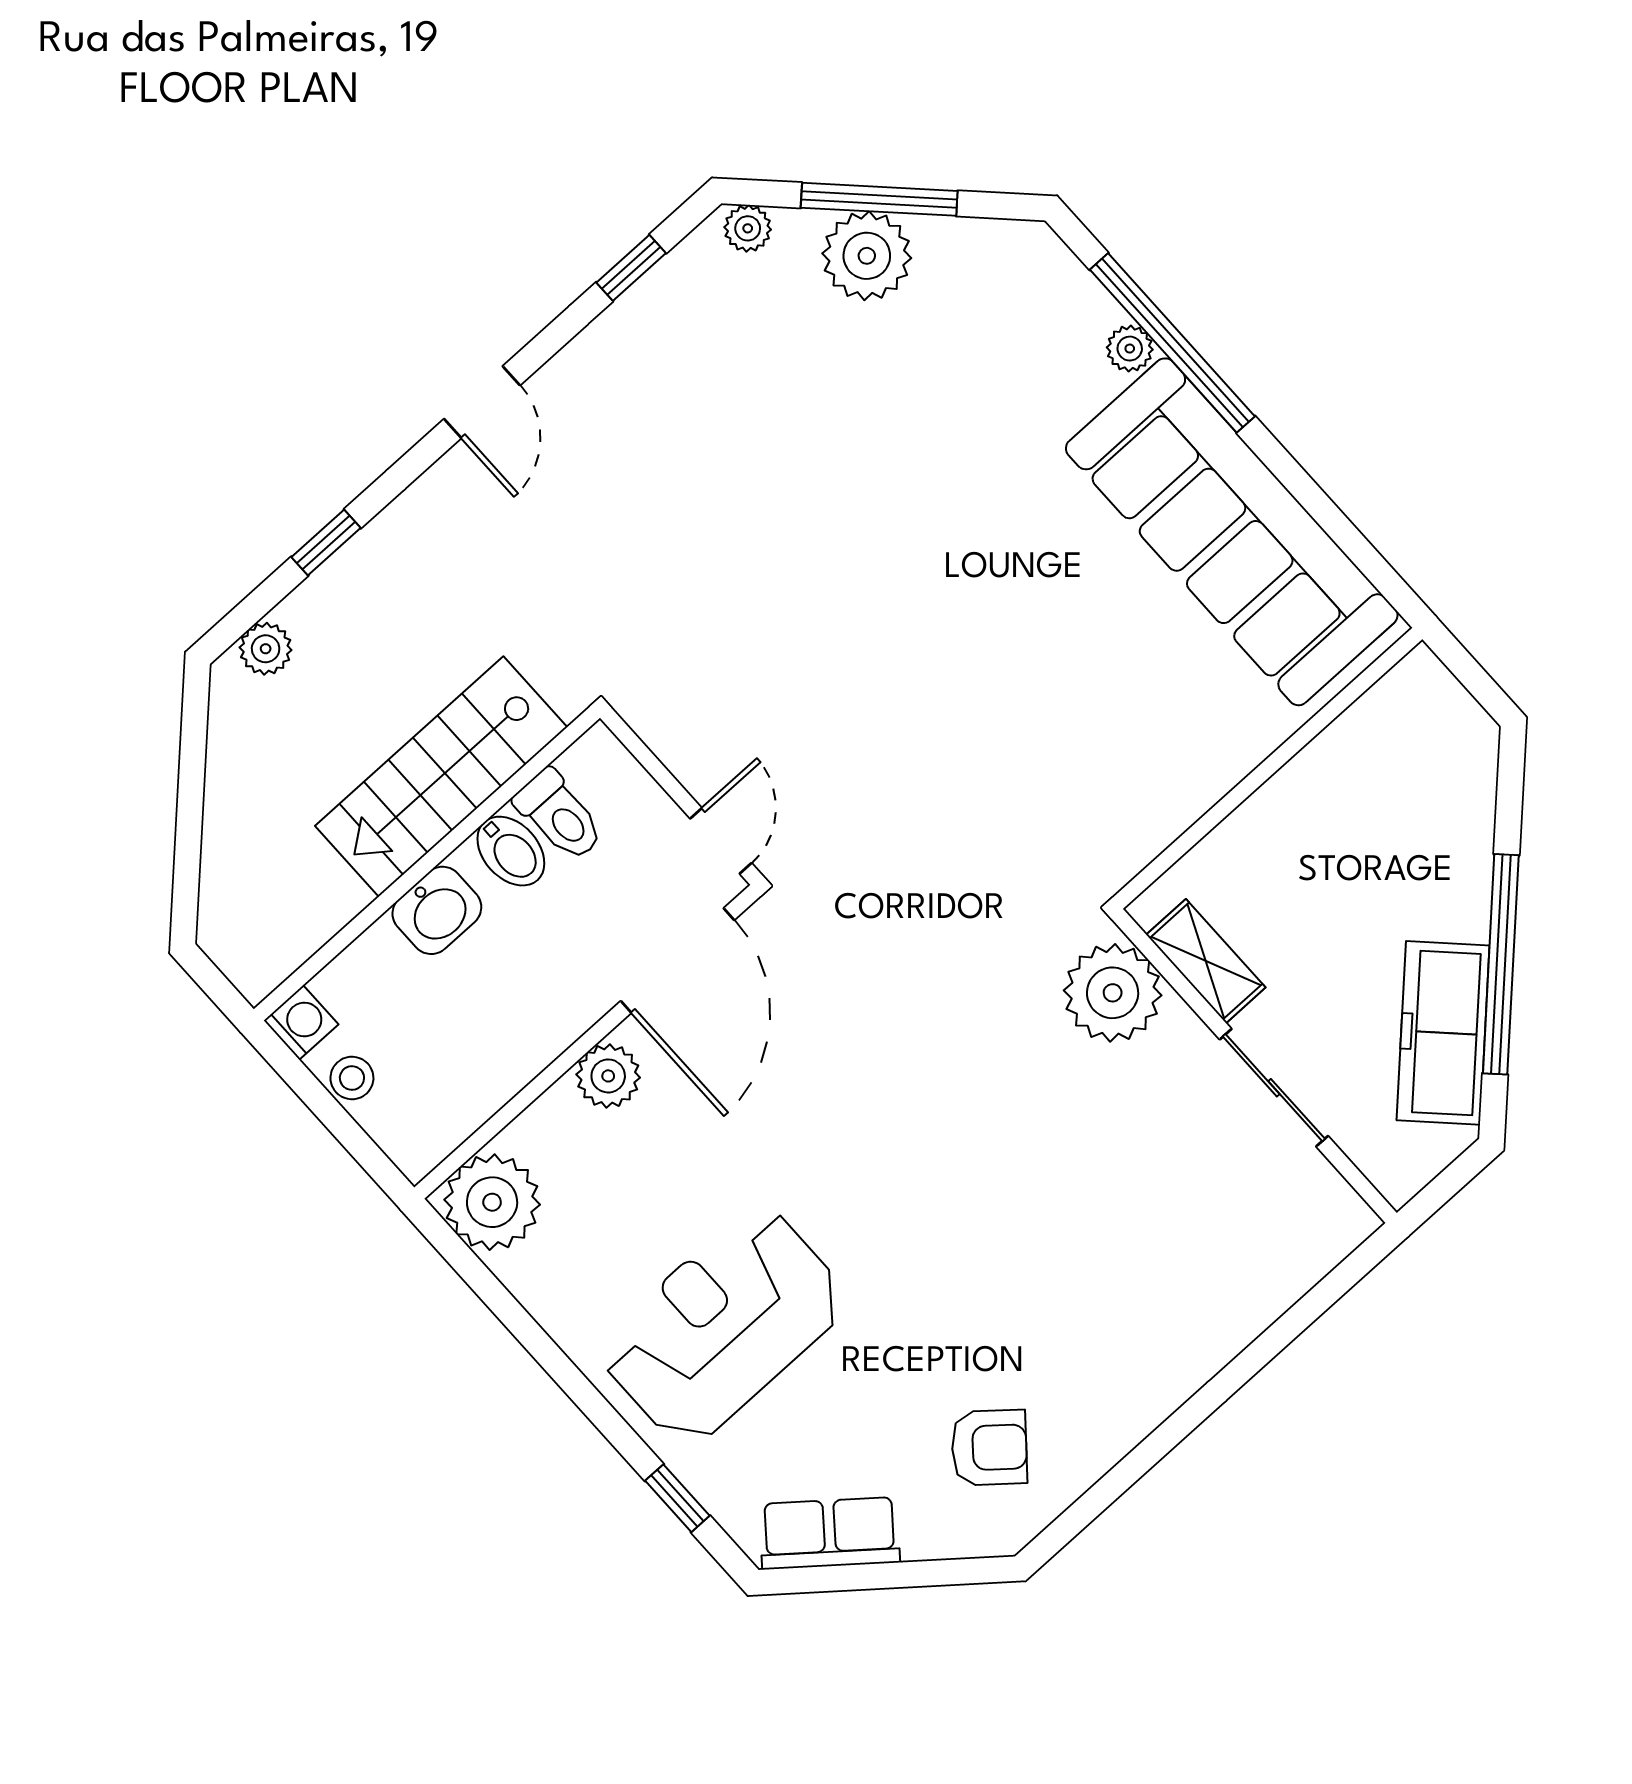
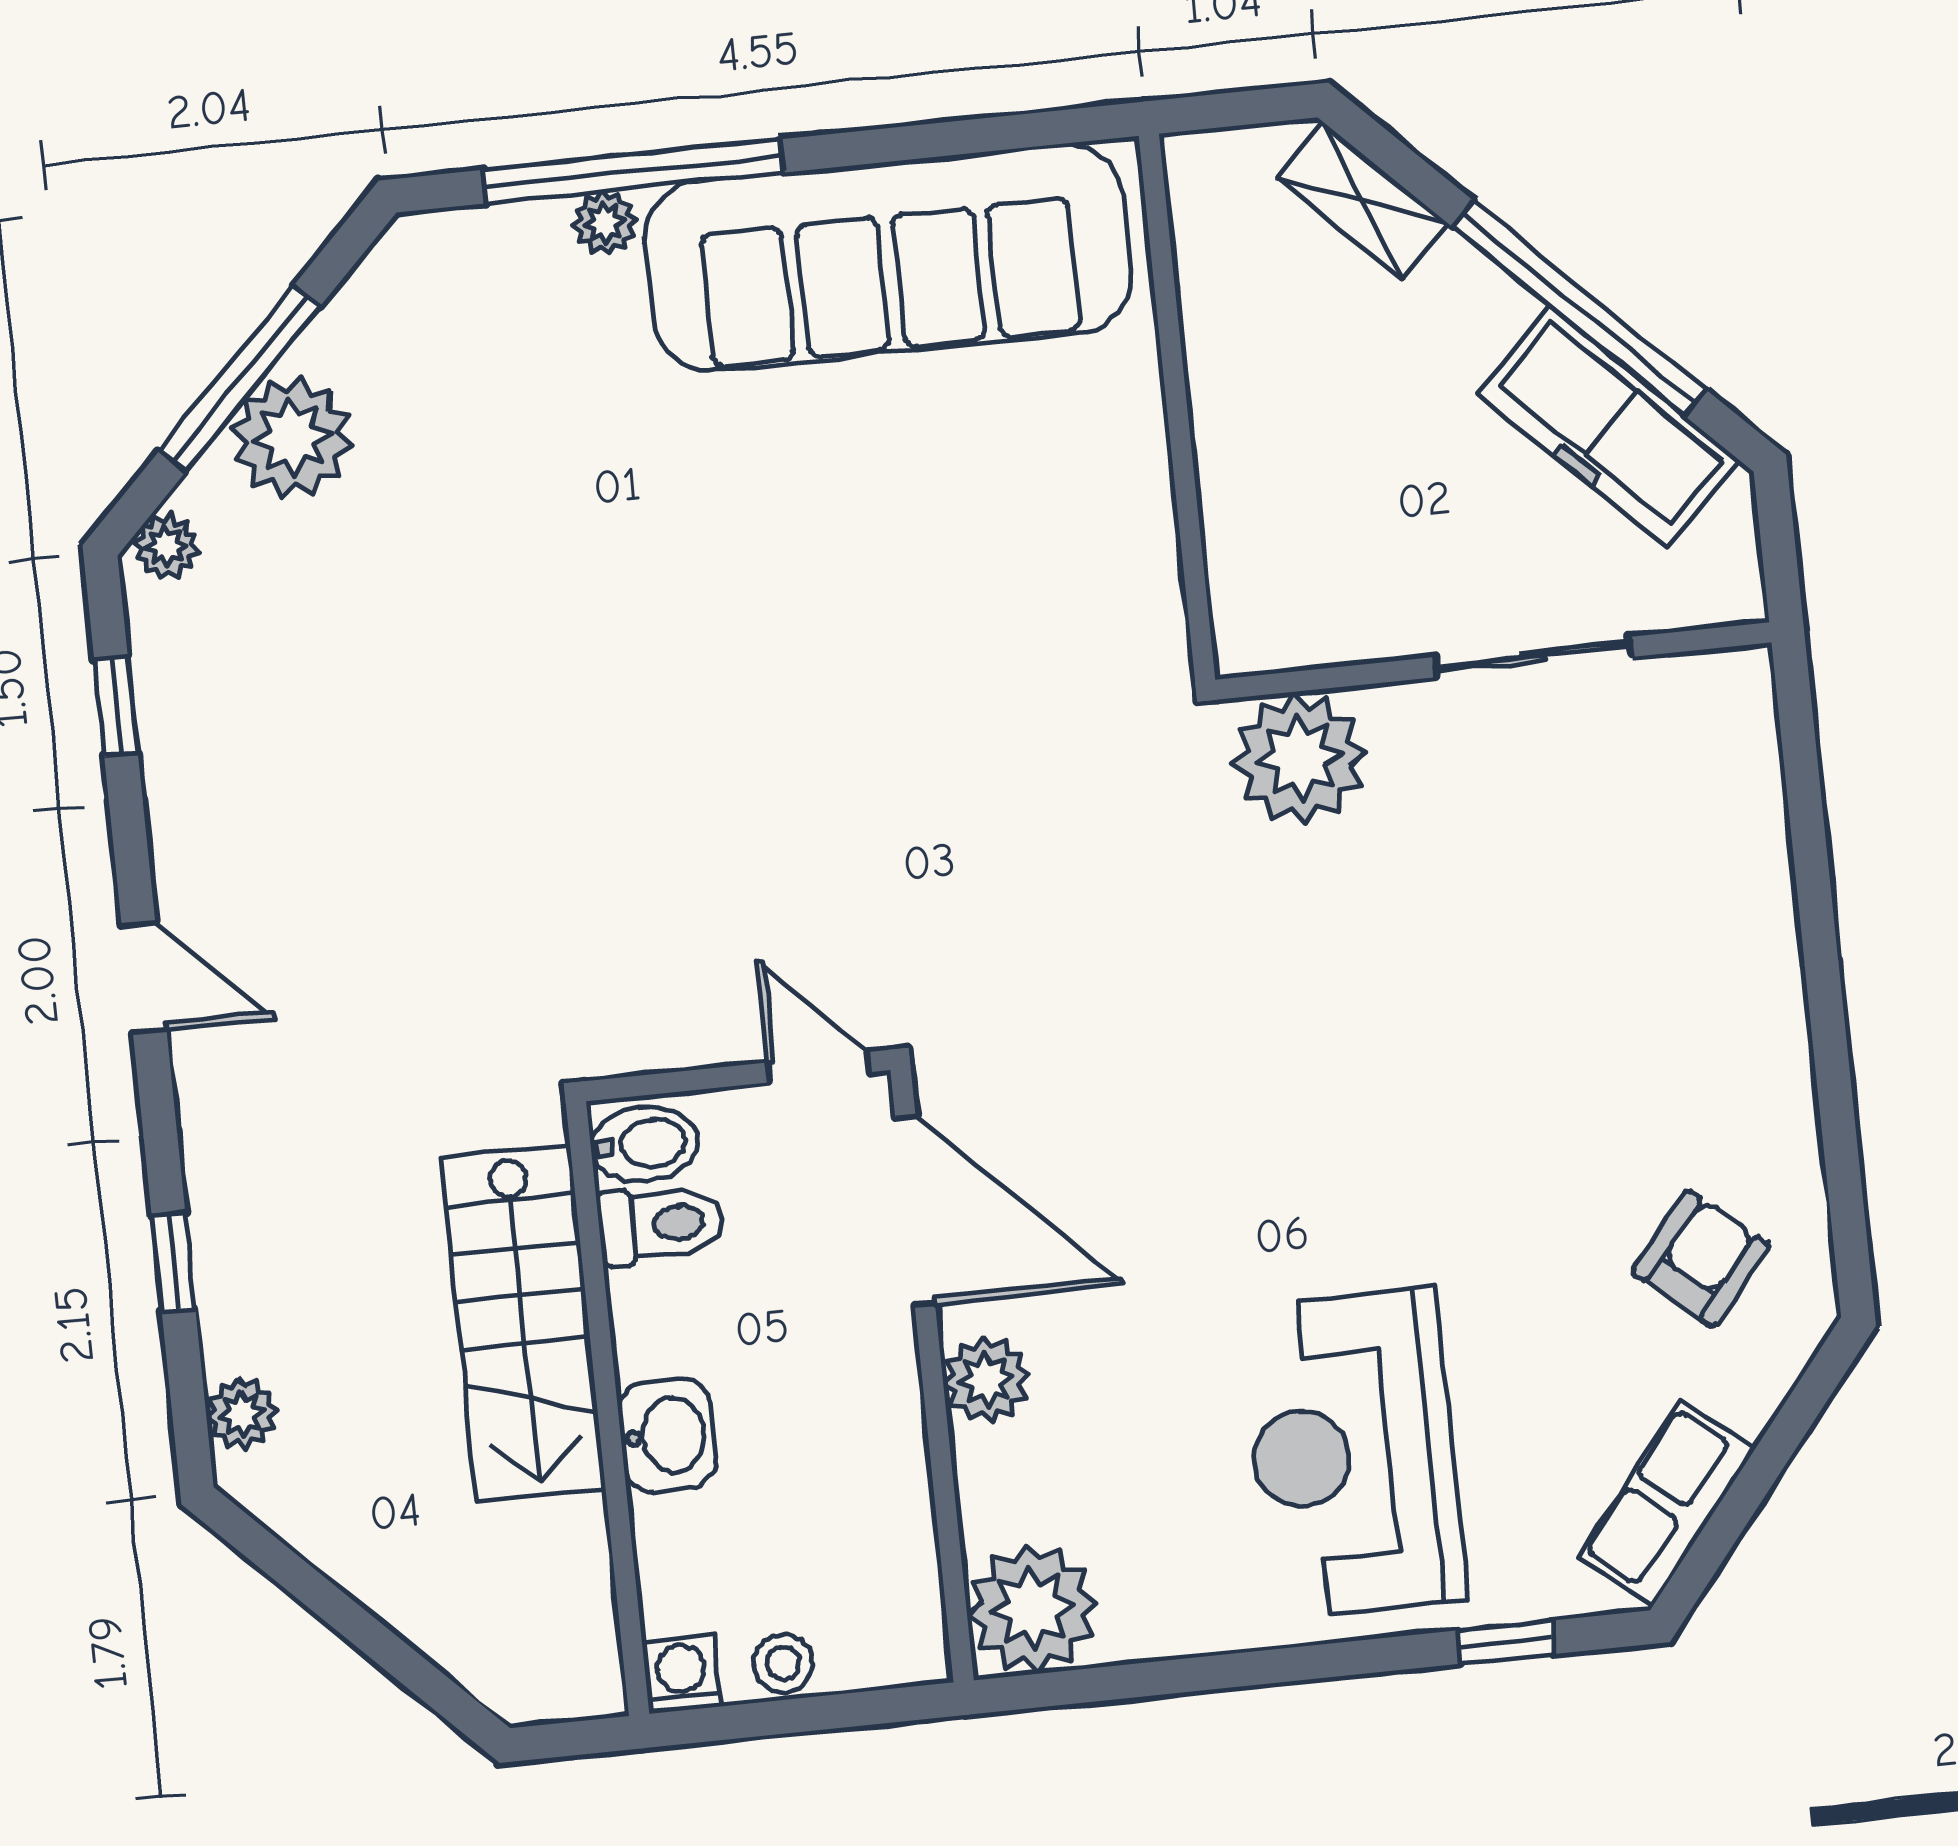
bidet: (511, 851) -> (644, 1144), moved
shelving: (1206, 961) -> (1362, 200), moved, turned 45

